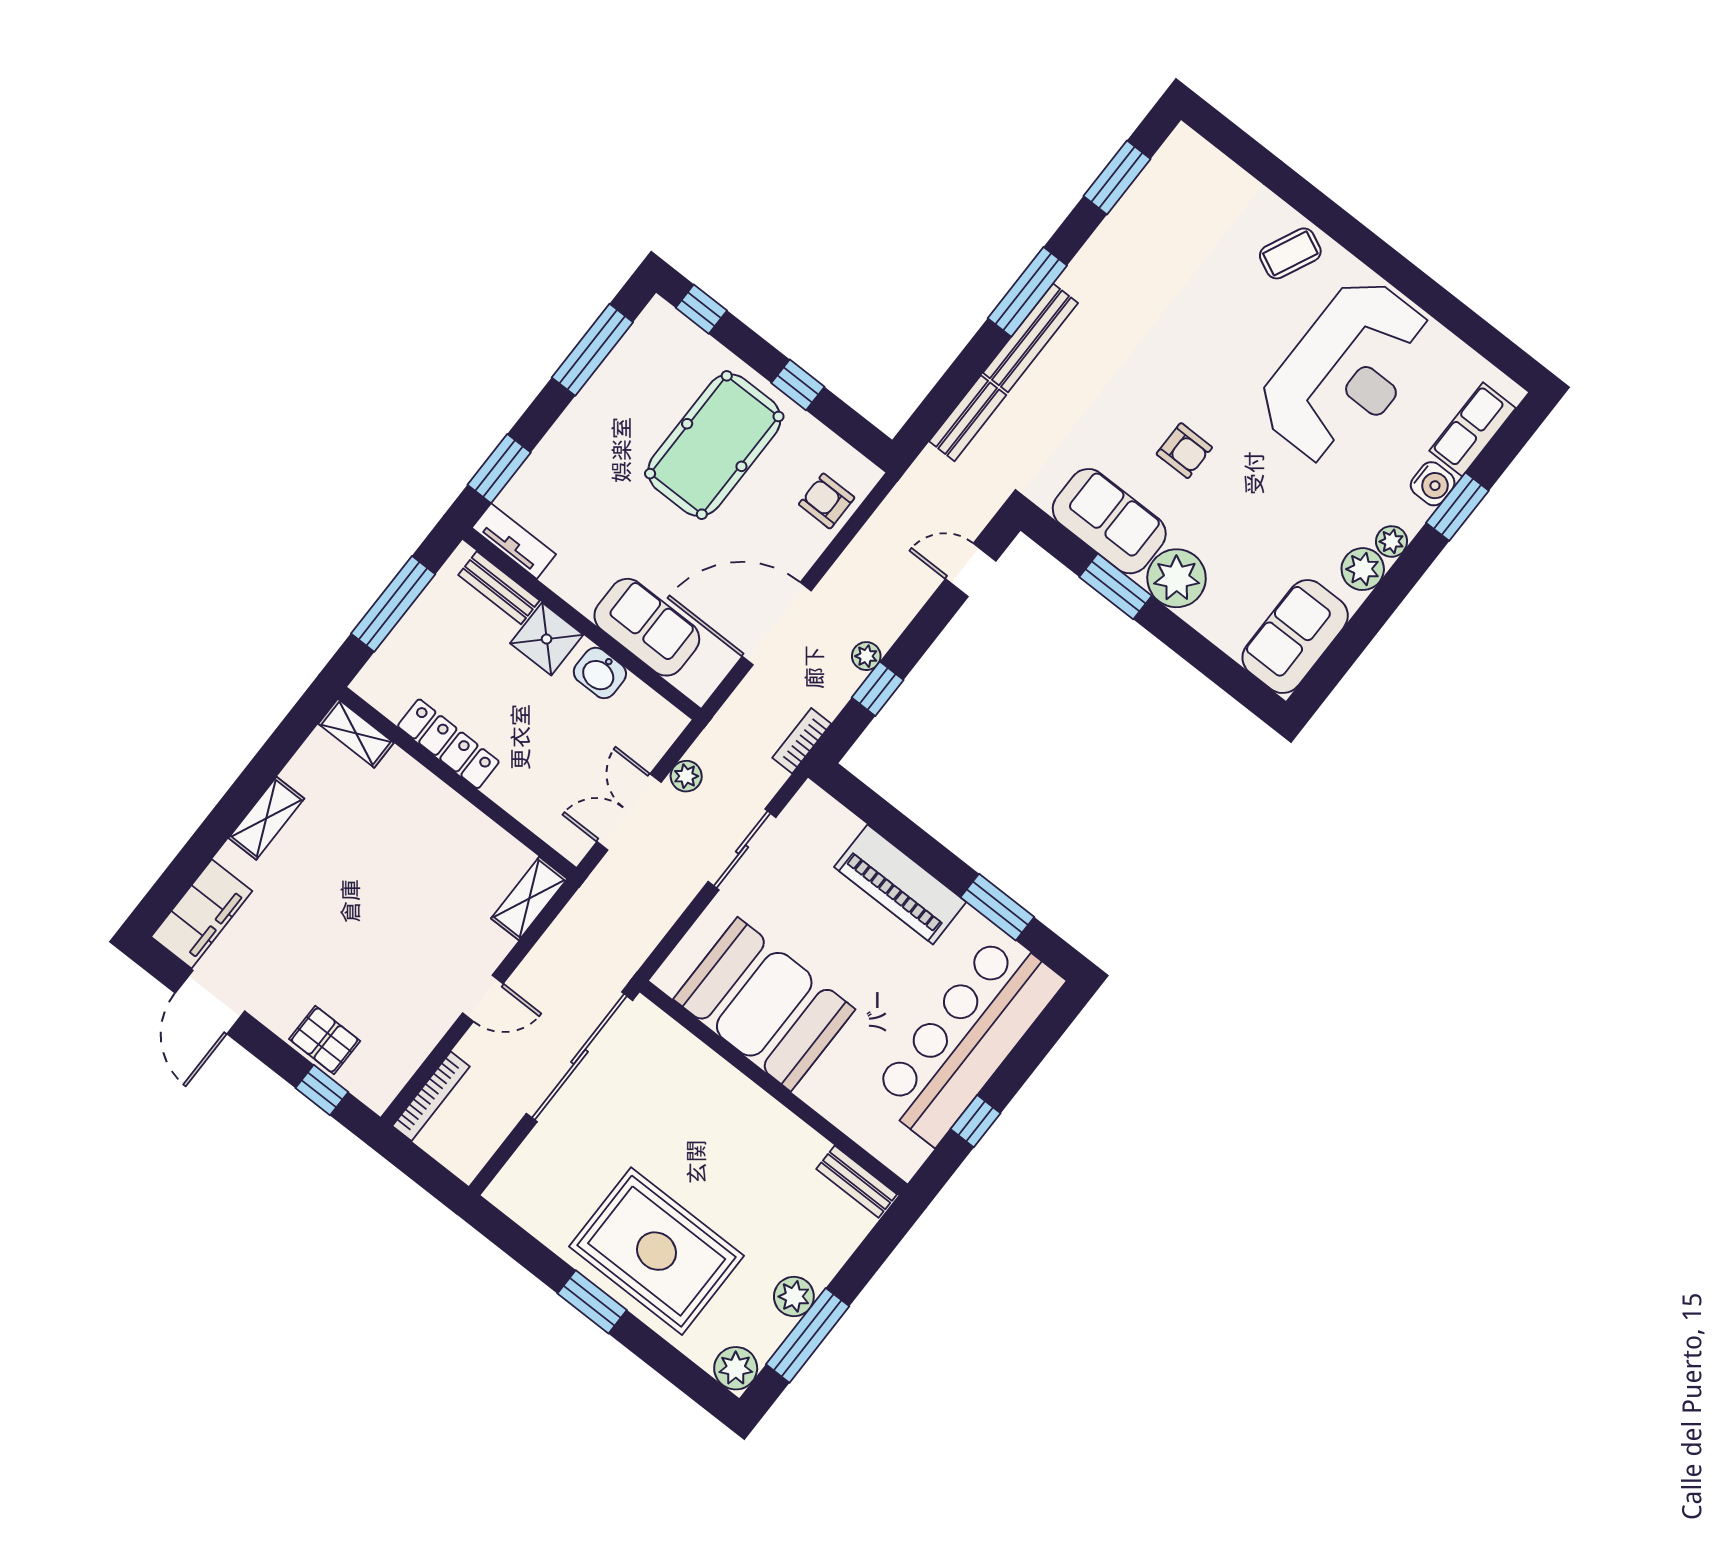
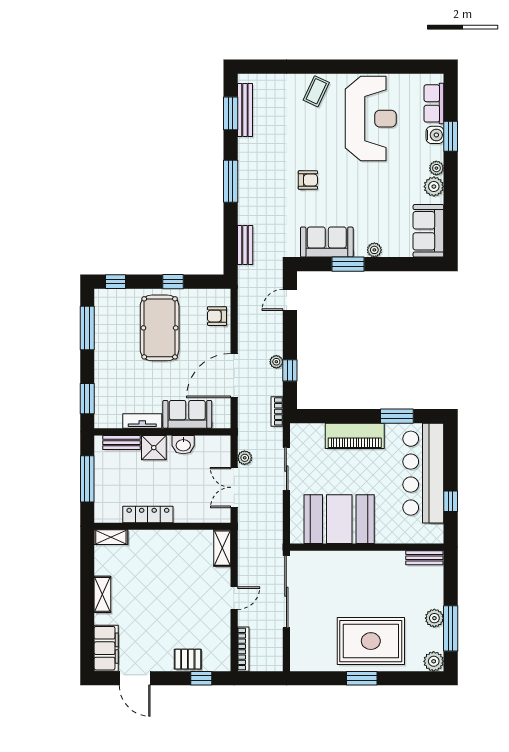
bench: (1030, 338) -> (245, 110), moved
armchair: (1184, 451) -> (308, 180), moved
tv unit: (514, 541) -> (142, 421), moved
plant: (1177, 578) -> (374, 250), width x0.53, depth x0.53

